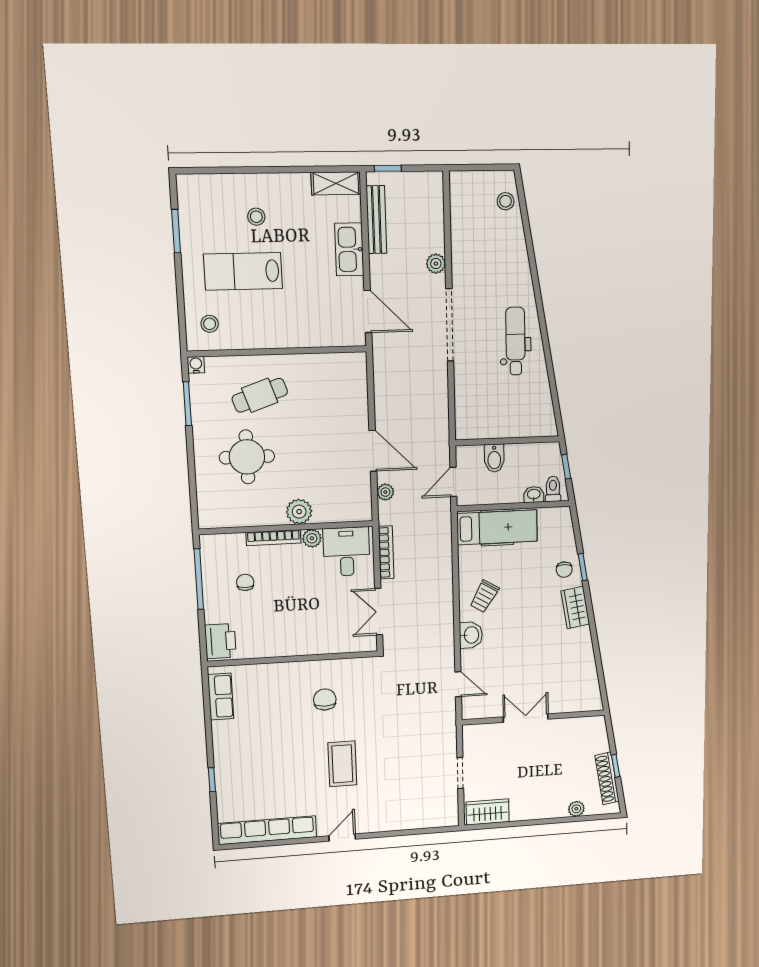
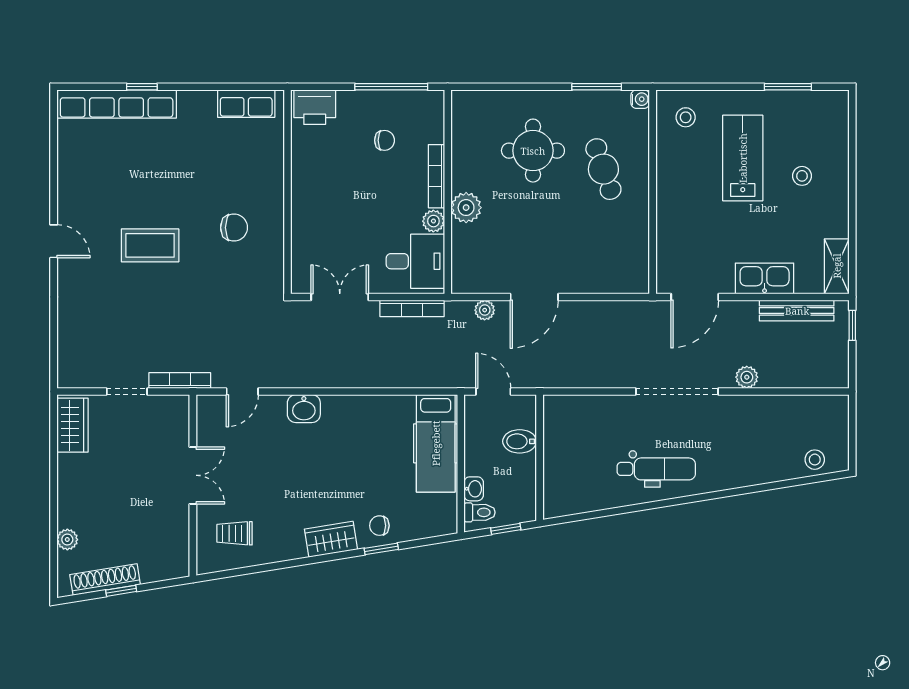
trolley: (484, 596) -> (235, 533), moved, turned -31
bookcase: (451, 733) -> (180, 380), added
row of seats: (267, 830) -> (117, 104), moved, turned 90

